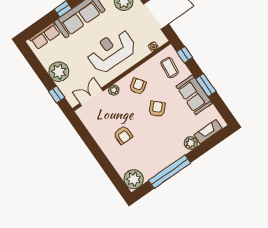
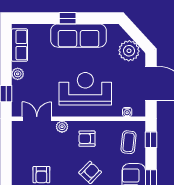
row of seats: (45, 36) -> (20, 45), moved, turned -90
plant: (59, 72) -> (18, 74), width x0.53, depth x0.53
armchair: (138, 86) -> (87, 139), turned -145

